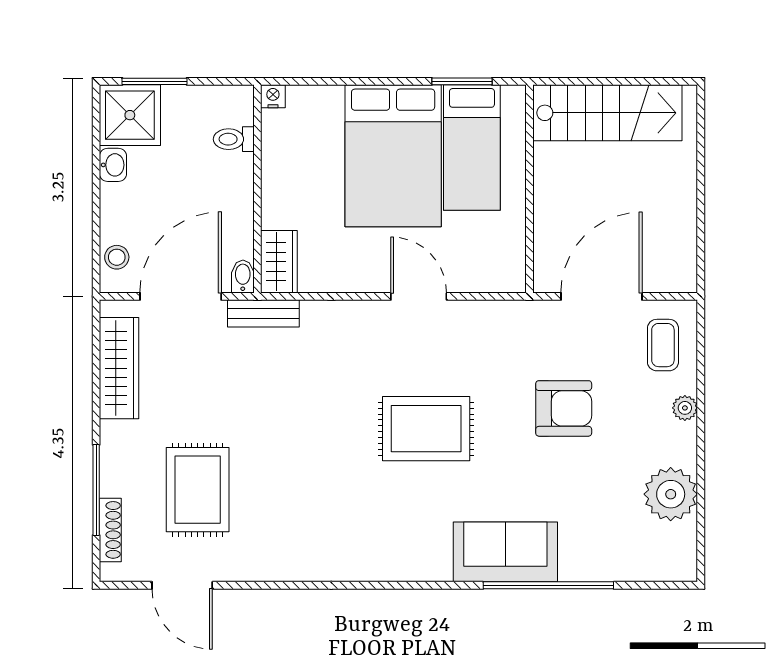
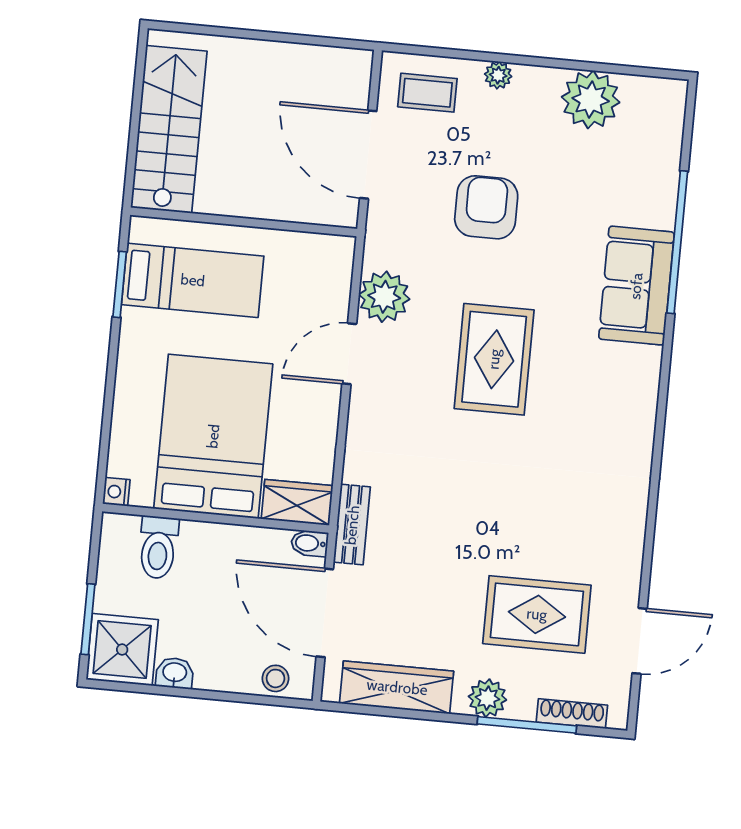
toilet: (234, 139) -> (158, 547), width x1.37, depth x1.39
bed: (393, 156) -> (213, 436), moved, turned -90
plant: (474, 323) -> (384, 297), added
plant: (117, 452) -> (487, 698), added

